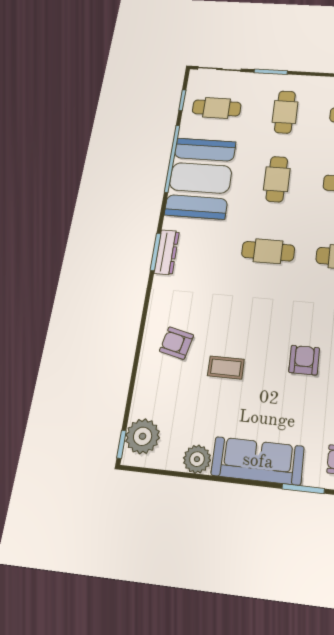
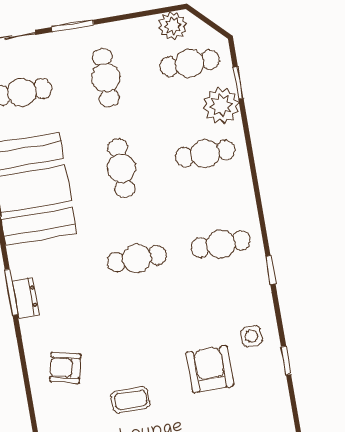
dresser: (167, 252) -> (25, 298), width x0.70
armchair: (176, 343) -> (65, 368), moved
armchair: (304, 360) -> (210, 369), width x1.38, depth x1.38

